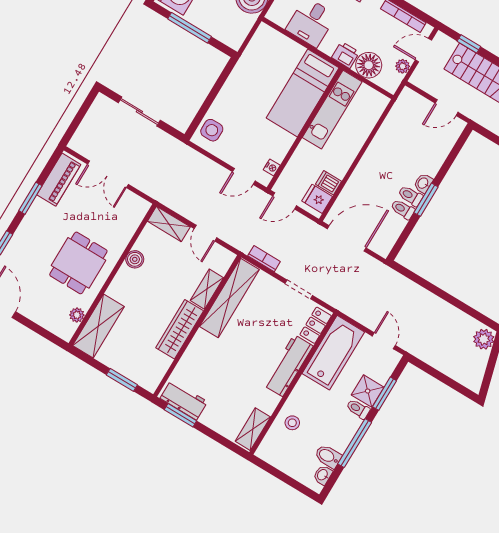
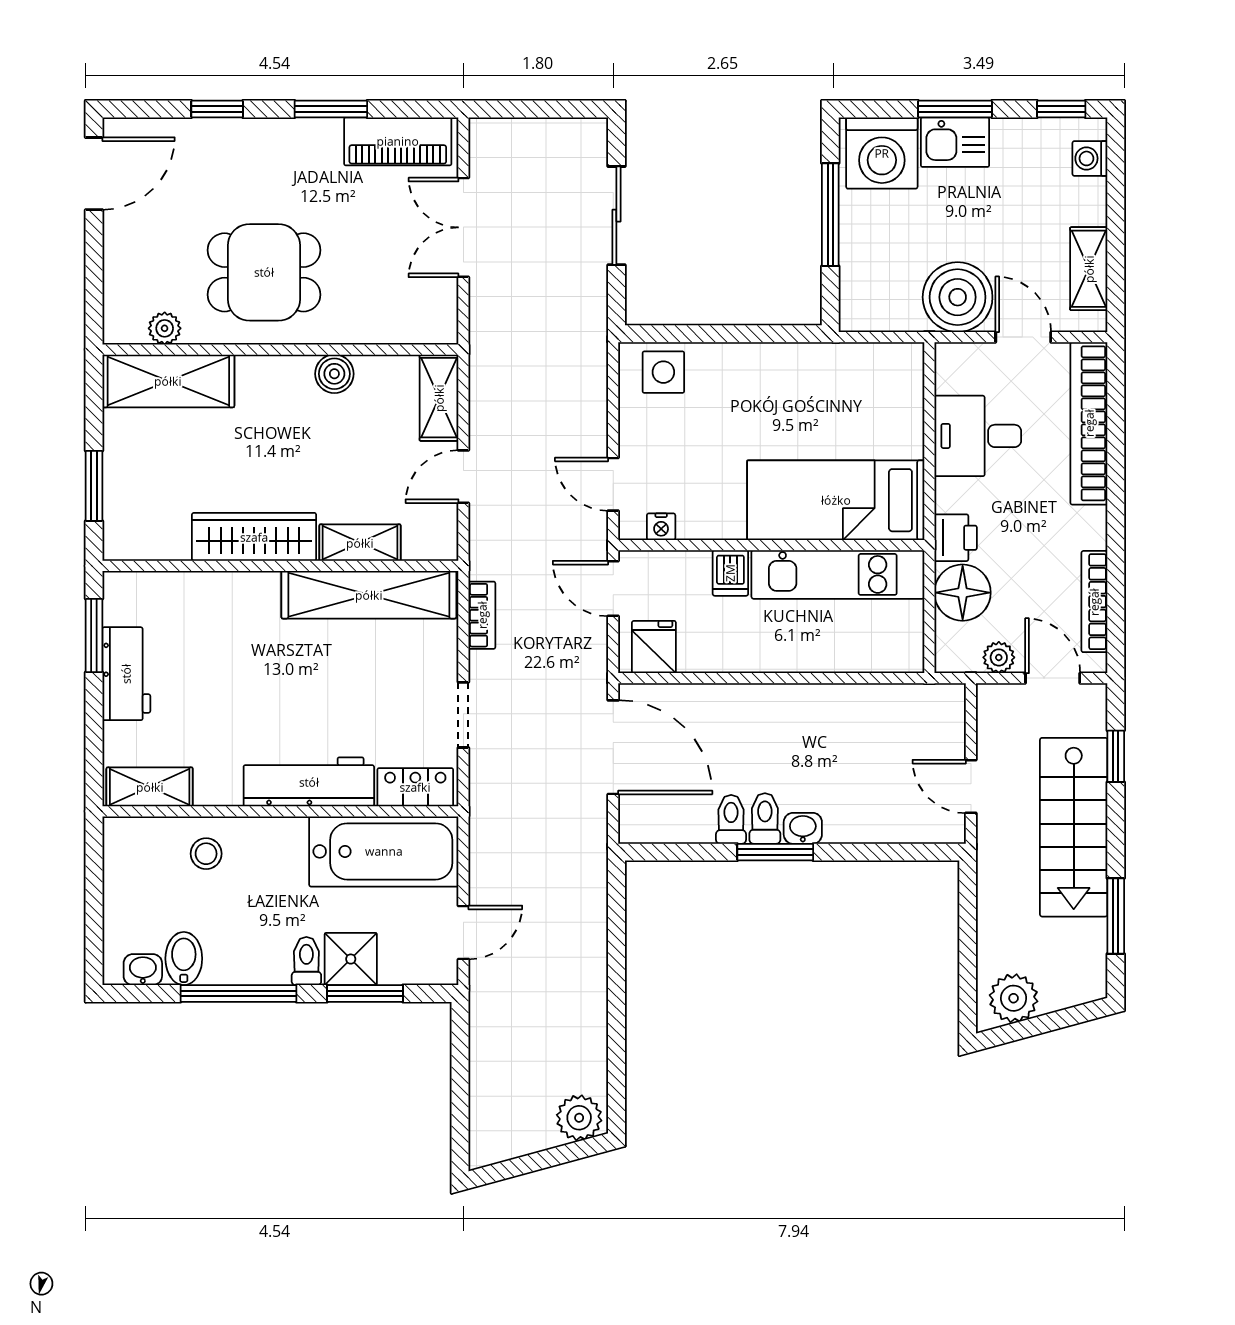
dishwasher: (329, 183) -> (730, 573), moved, turned 180
workbench: (184, 400) -> (126, 674), moved

